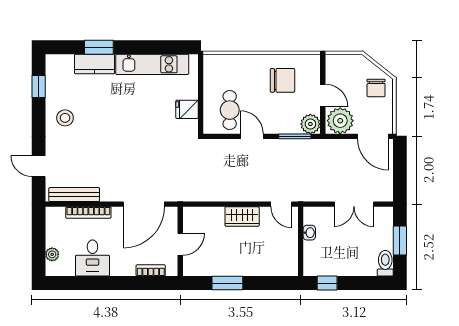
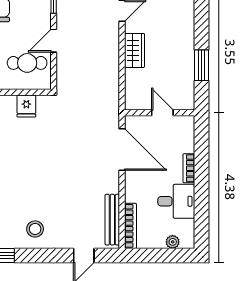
bookcase: (88, 212) -> (130, 226), moved
bookcase: (151, 270) -> (189, 168), moved

